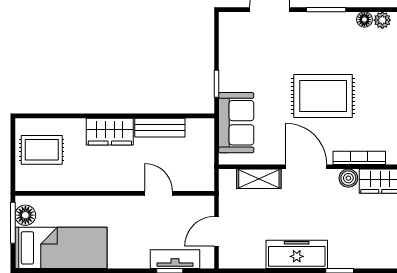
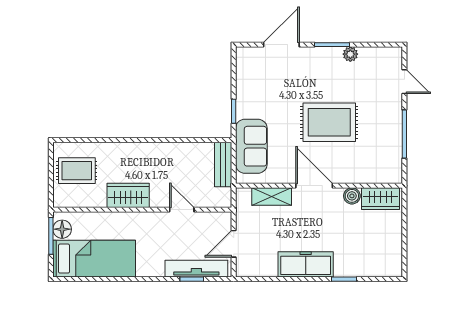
floor lamp: (364, 20) -> (366, 54), removed
plant: (382, 20) -> (350, 54), moved
bench: (160, 128) -> (223, 164), moved, turned 90
wardrobe: (110, 132) -> (128, 195), moved, turned 180
bookcase: (359, 158) -> (362, 178), removed
tv unit: (175, 259) -> (196, 269), width x1.41

